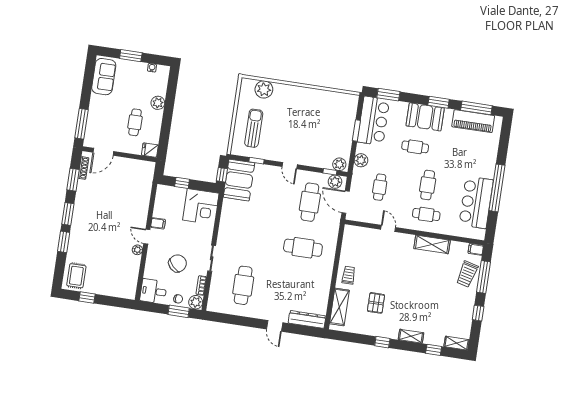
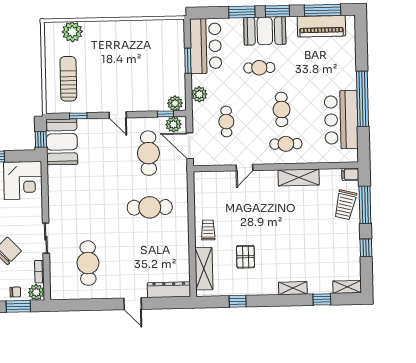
window: (388, 95) -> (242, 12), moved
door: (388, 228) -> (244, 168), swing flipped
window: (382, 342) -> (238, 301), moved

